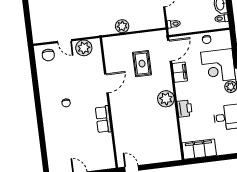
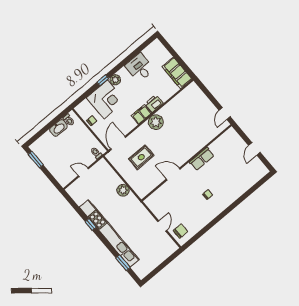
plant: (84, 48) -> (158, 208), removed
door: (170, 51) -> (118, 143), hinge flipped
filing cabinet: (180, 72) -> (141, 114), moved

